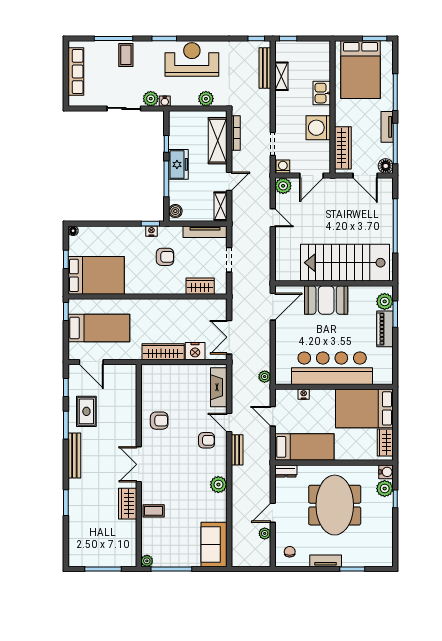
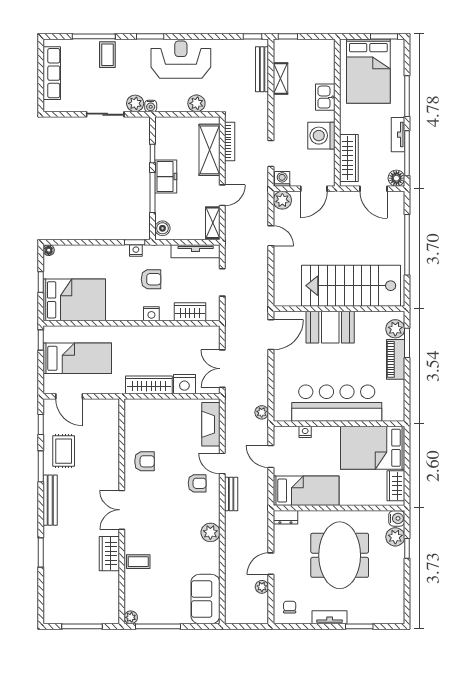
nightstand: (165, 288) -> (151, 314), added

